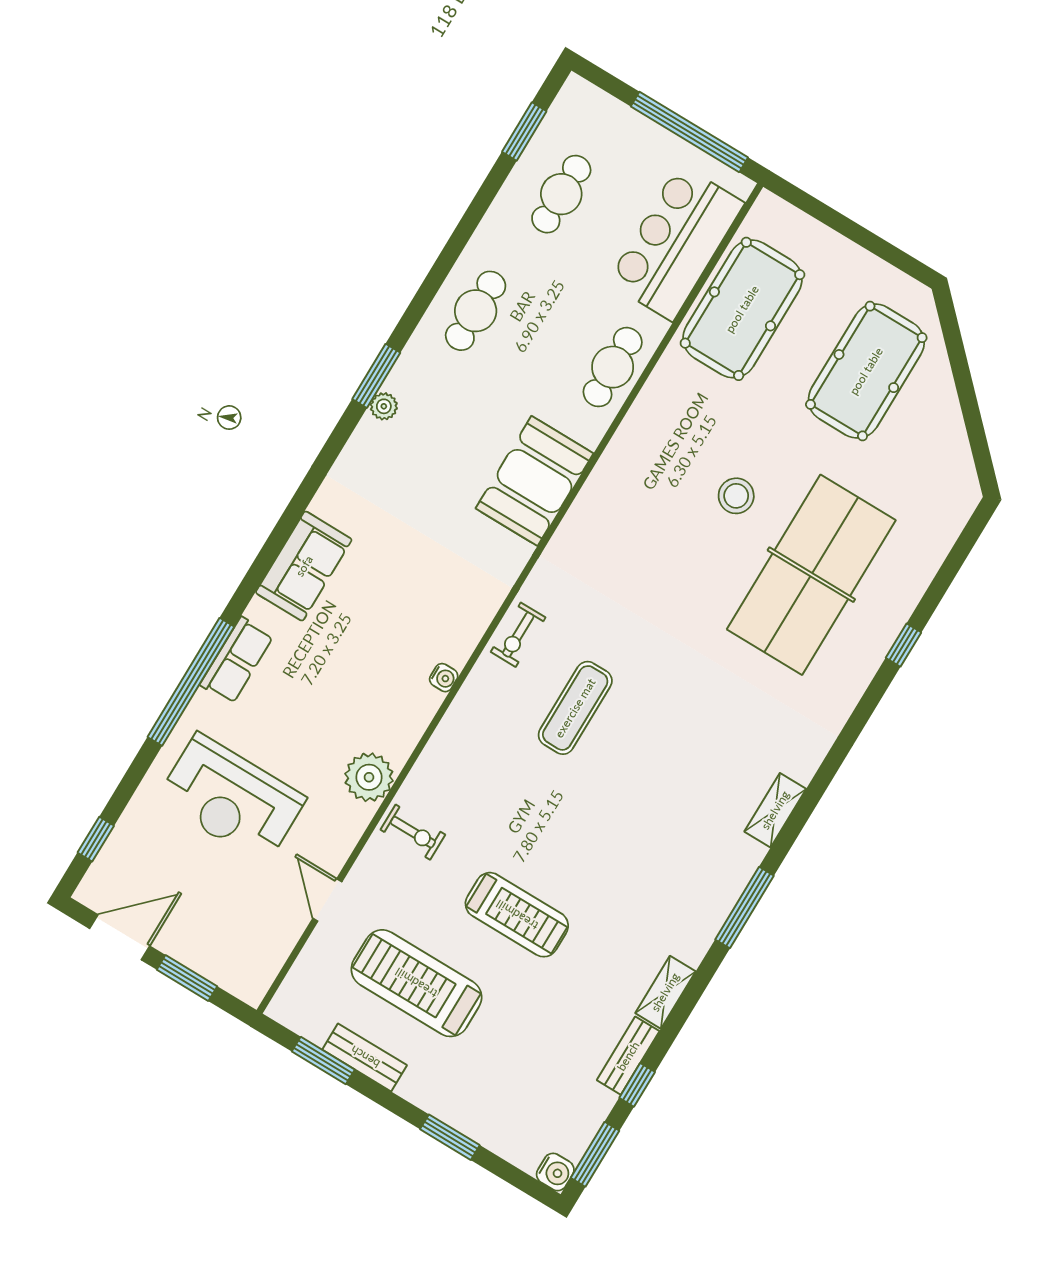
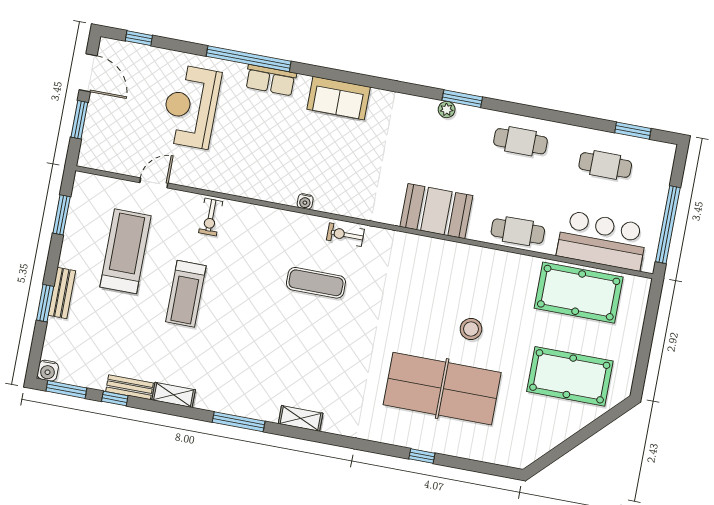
plant: (369, 777) -> (232, 180), removed
bench: (365, 1057) -> (62, 293), moved

